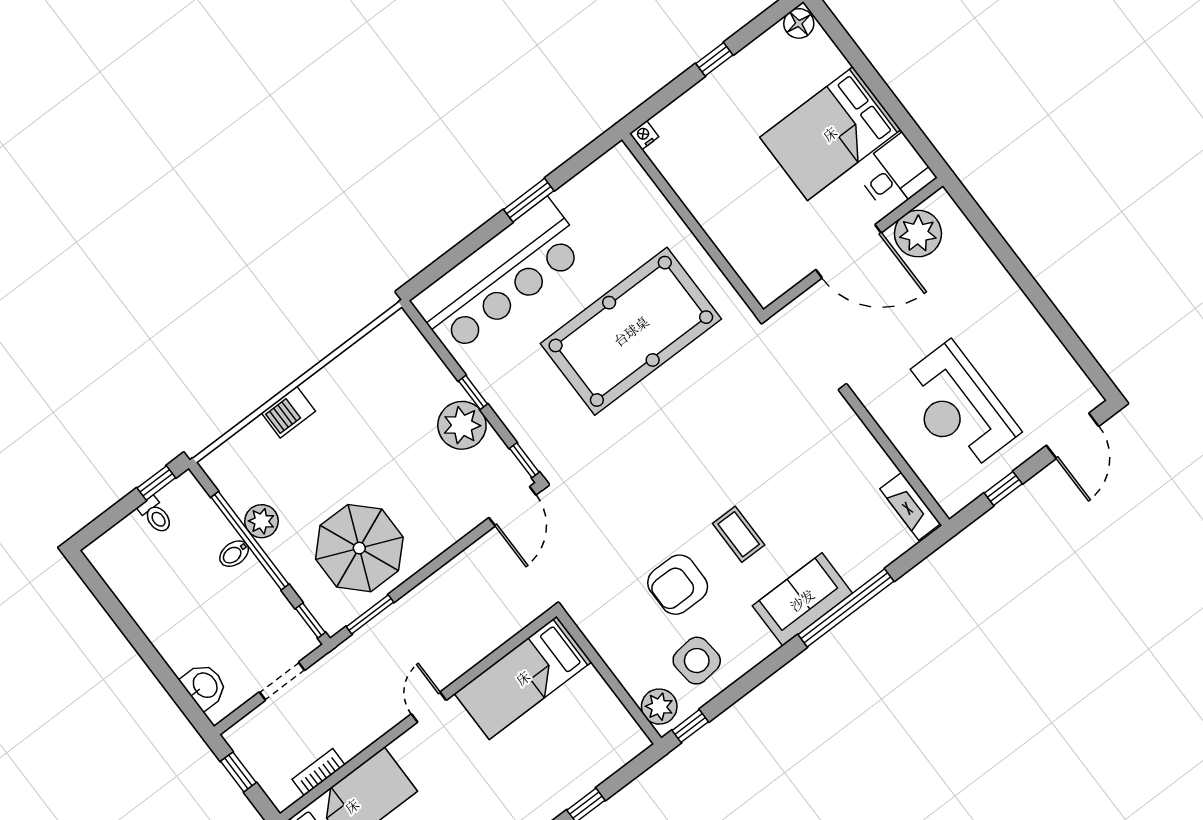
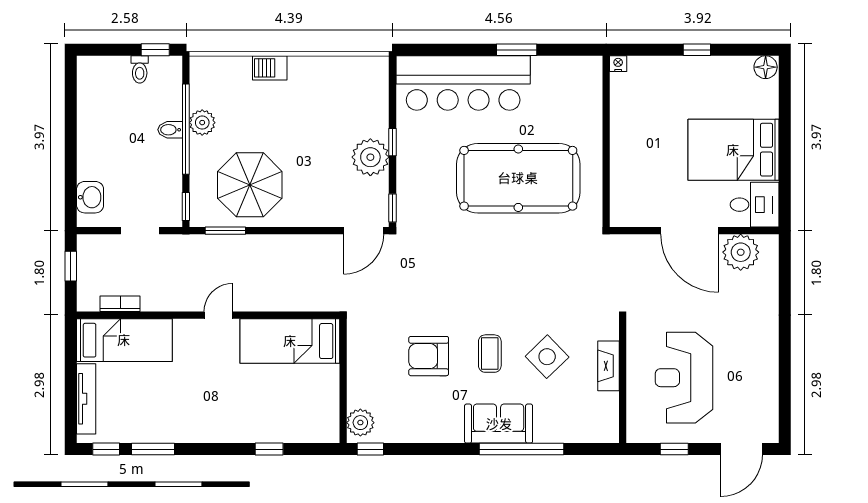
fireplace: (910, 506) -> (608, 366), moved
side table: (697, 661) -> (547, 357), moved, turned -38

